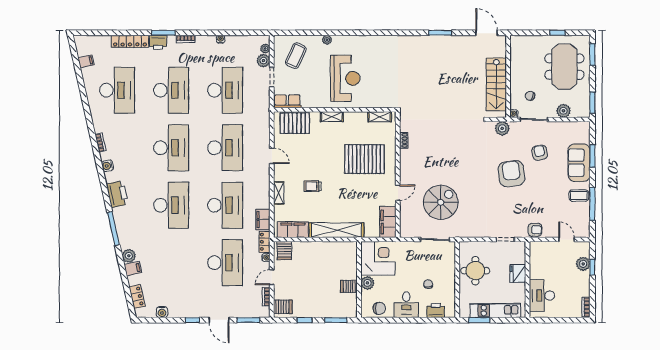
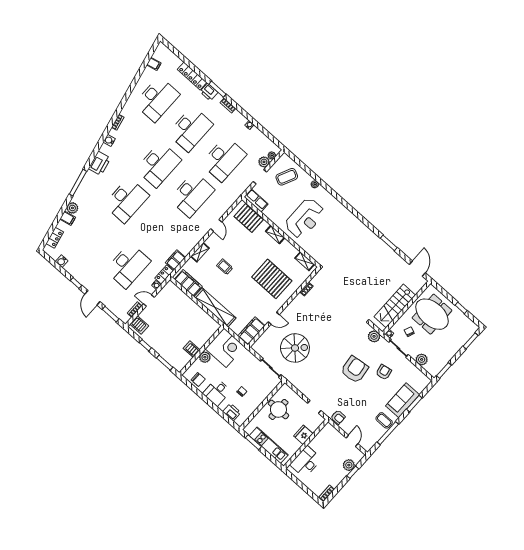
meeting table: (564, 67) -> (432, 314), moved, turned 90
desk: (225, 205) -> (160, 230), removed
server rack: (284, 251) -> (171, 291), removed

